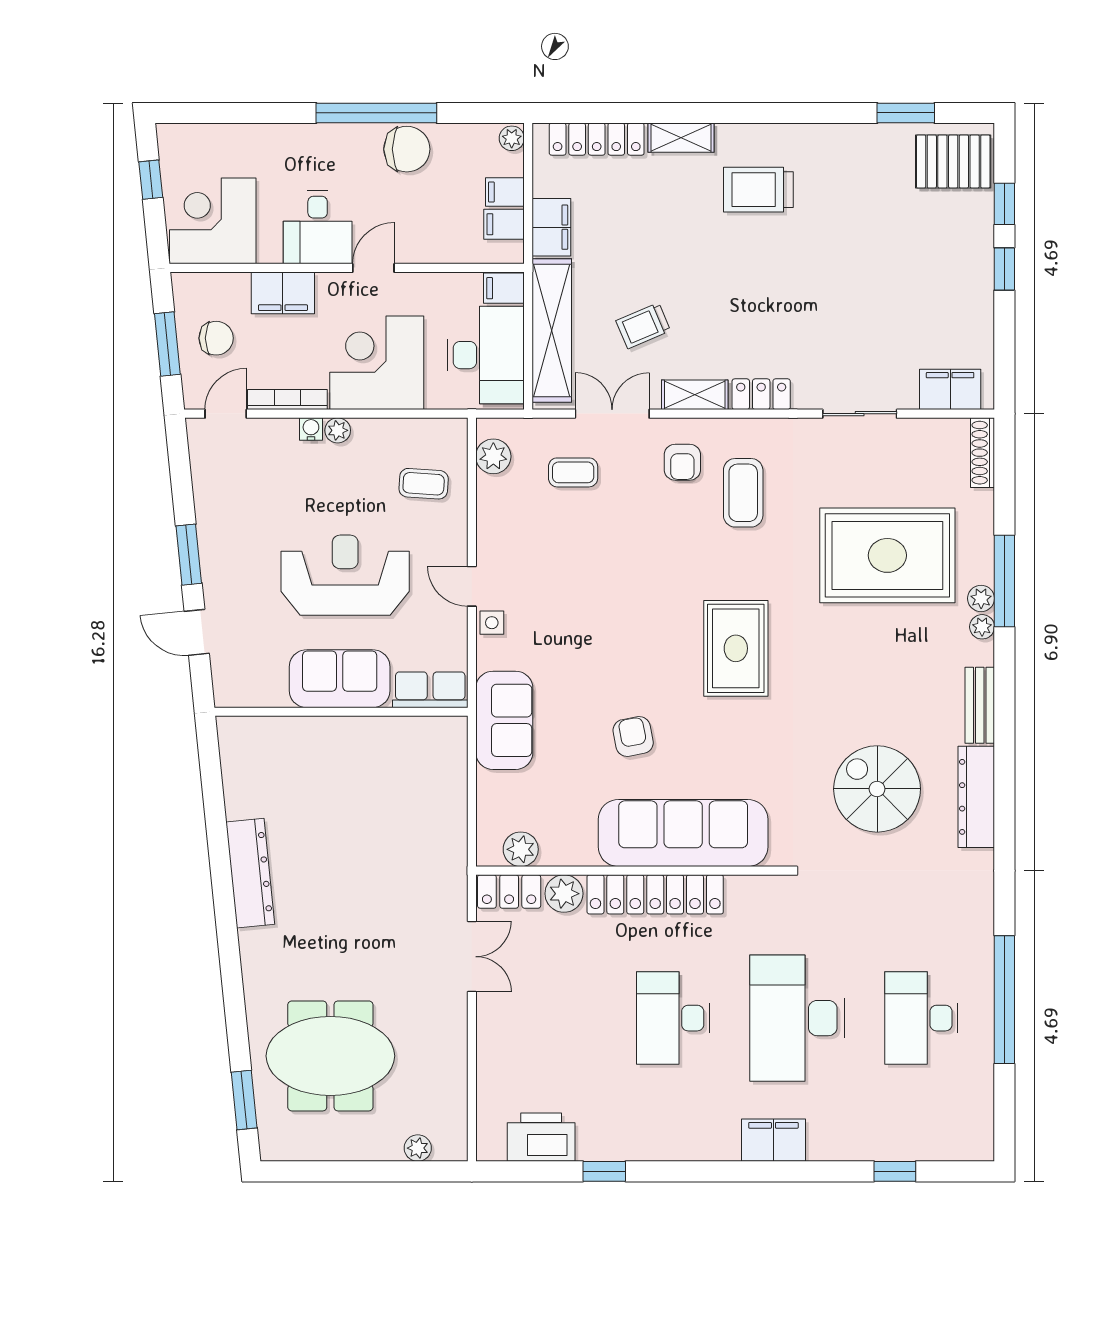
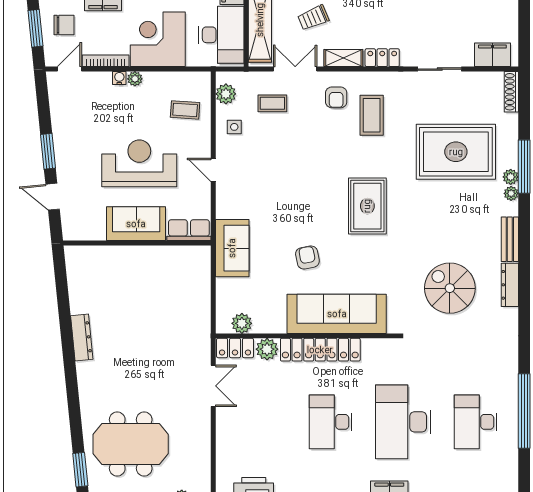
side table: (492, 623) -> (234, 127), moved
dresser: (976, 797) -> (510, 285), width x0.73, depth x0.80
dresser: (250, 873) -> (82, 338), width x0.73, depth x0.80

